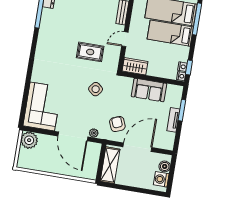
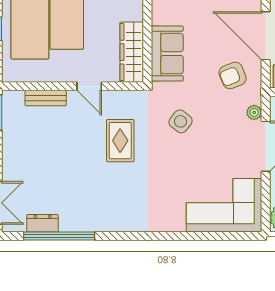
wardrobe: (135, 66) -> (132, 52), width x1.50
sofa: (149, 90) -> (167, 54), moved

